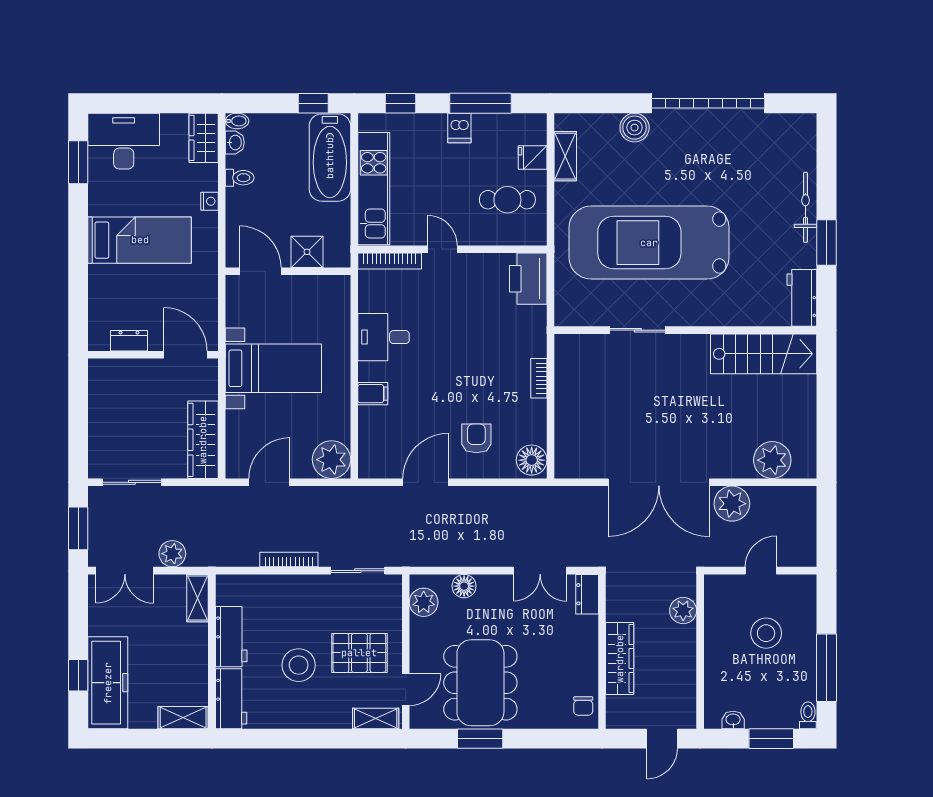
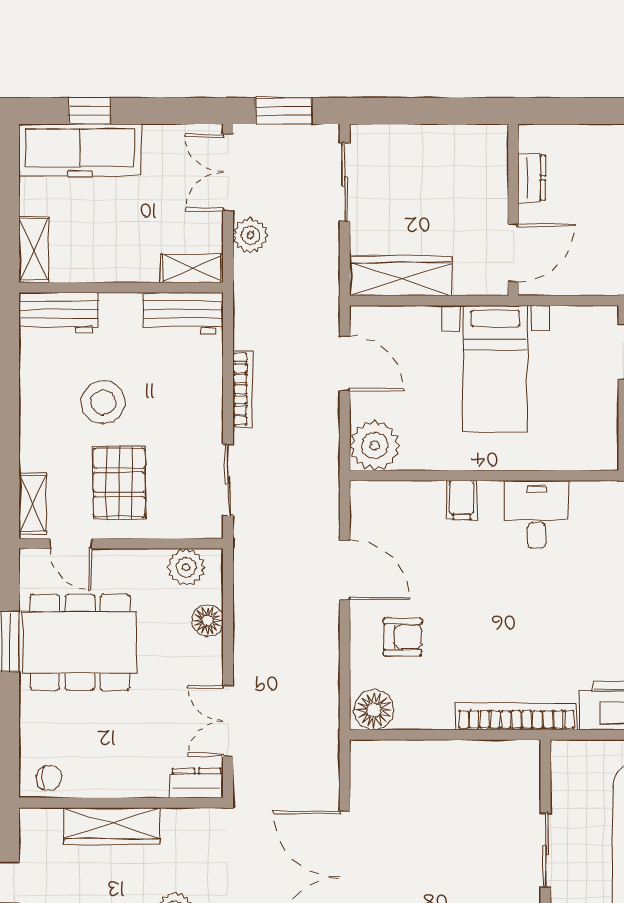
bookcase: (539, 378) -> (516, 716), width x2.31, depth x1.31
workbench: (231, 637) -> (183, 313), moved
chair: (583, 706) -> (49, 778), turned 180

